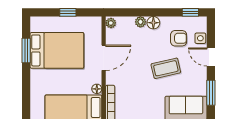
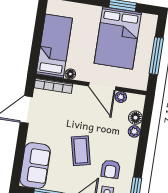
window: (68, 12) -> (156, 56), width x2.17
plant: (111, 23) -> (121, 97), moved
floor lamp: (153, 23) -> (135, 118), moved

